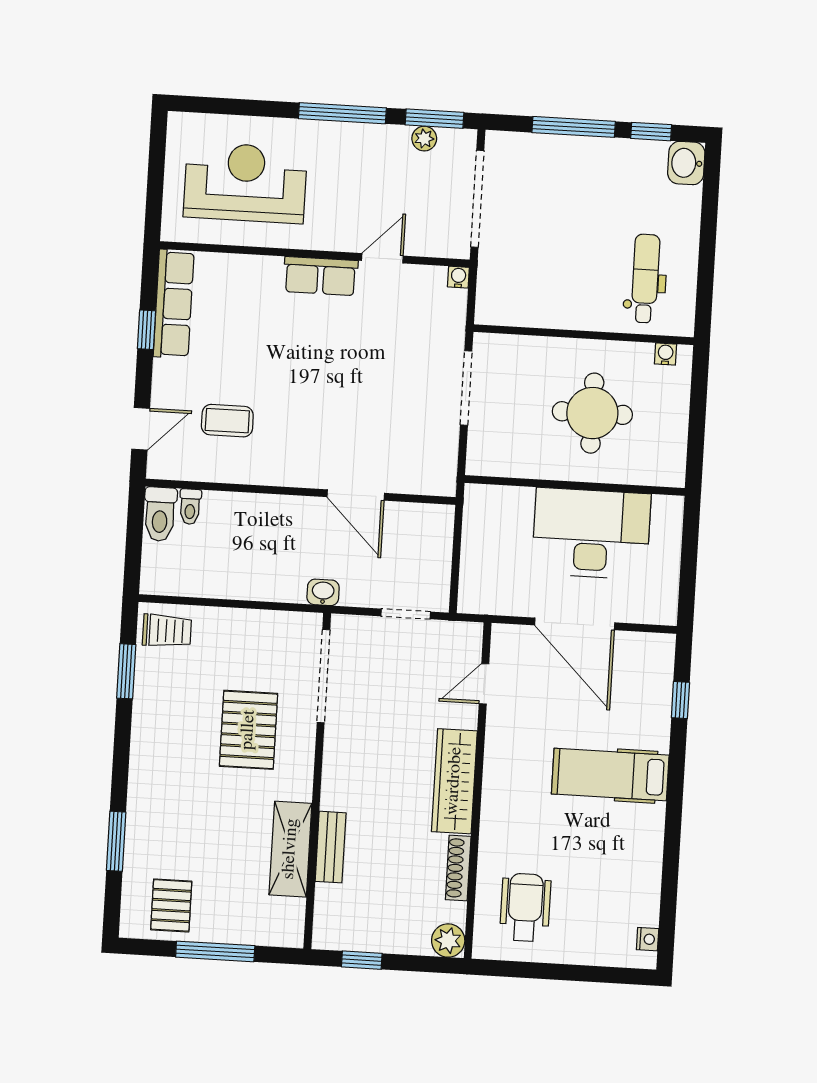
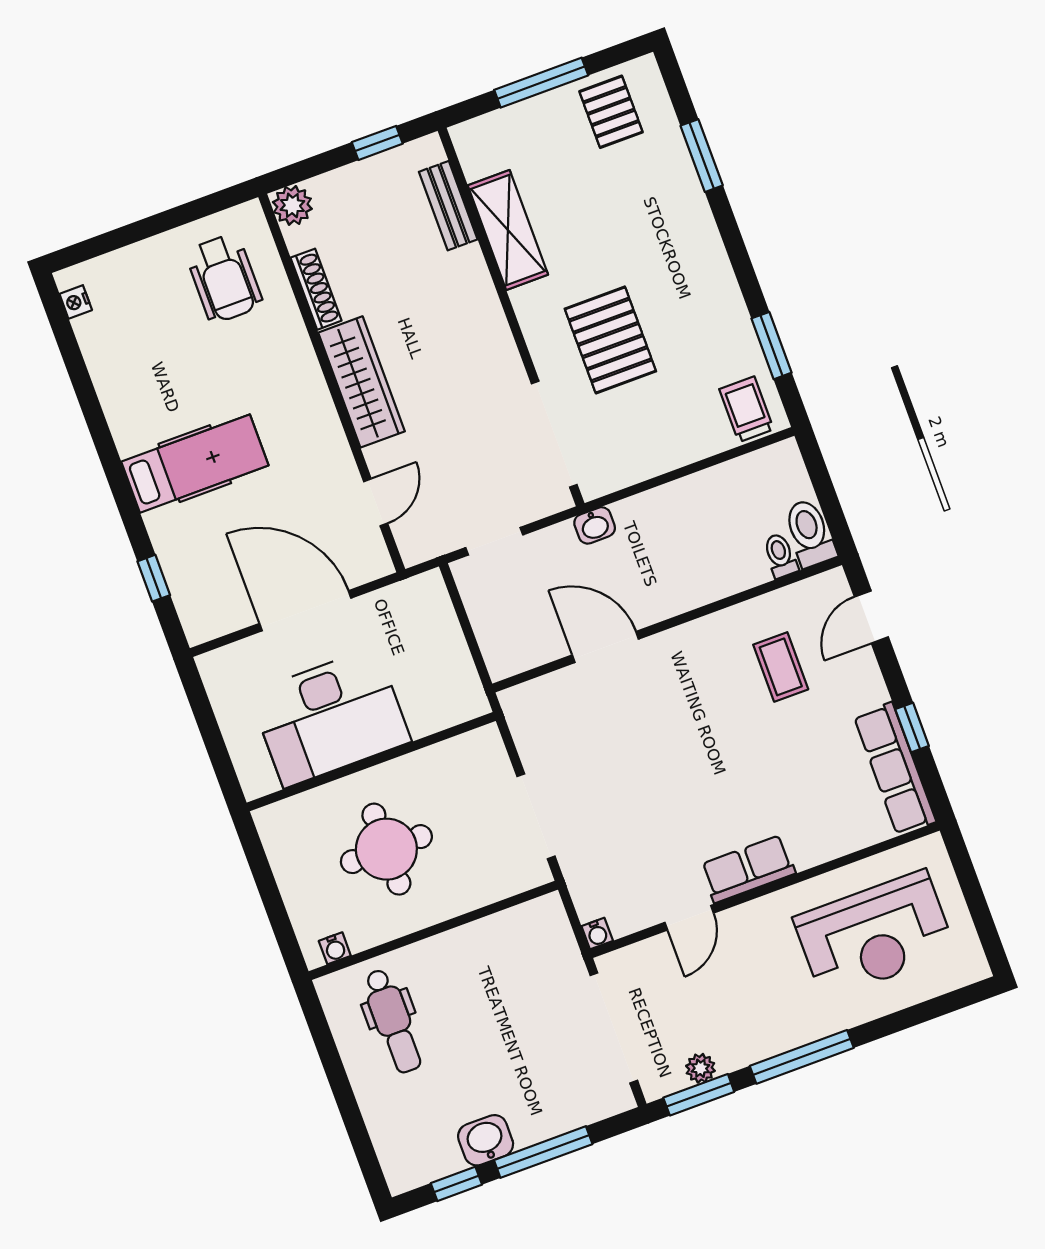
washbasin: (686, 163) -> (486, 1140), moved, turned -90
coffee table: (227, 421) -> (781, 667), turned 90
trolley: (167, 631) -> (747, 409), turned 90
bench: (331, 847) -> (448, 206), moved

